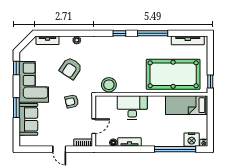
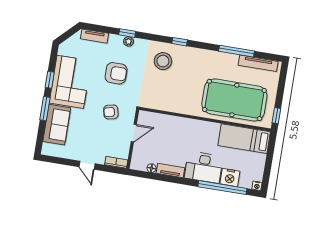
window: (74, 33) -> (127, 33), added
window: (153, 33) -> (236, 51), moved
window: (16, 68) -> (50, 80), moved
armchair: (71, 68) -> (116, 73), turned -124
stool: (109, 85) -> (163, 61), moved
desk: (132, 107) -> (204, 167), moved, turned 180
door: (94, 126) -> (134, 133), moved
nightstand: (192, 140) -> (230, 177), moved

